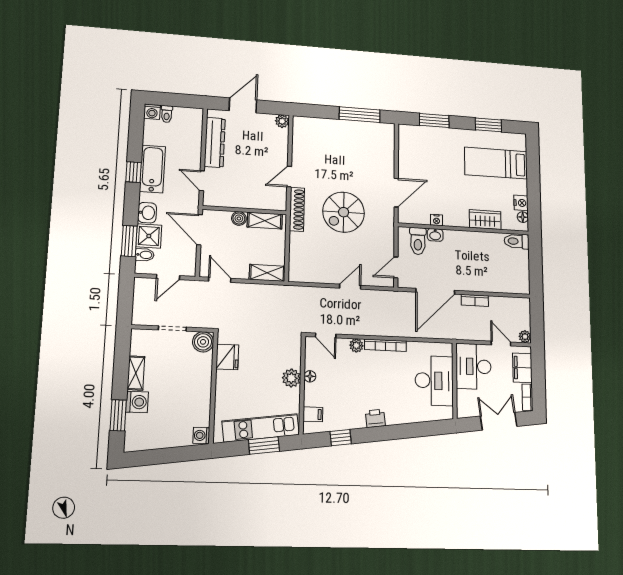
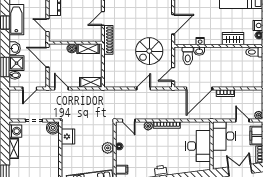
spiral stairs: (344, 212) -> (149, 51), moved
washing machine: (137, 402) -> (15, 131), moved

